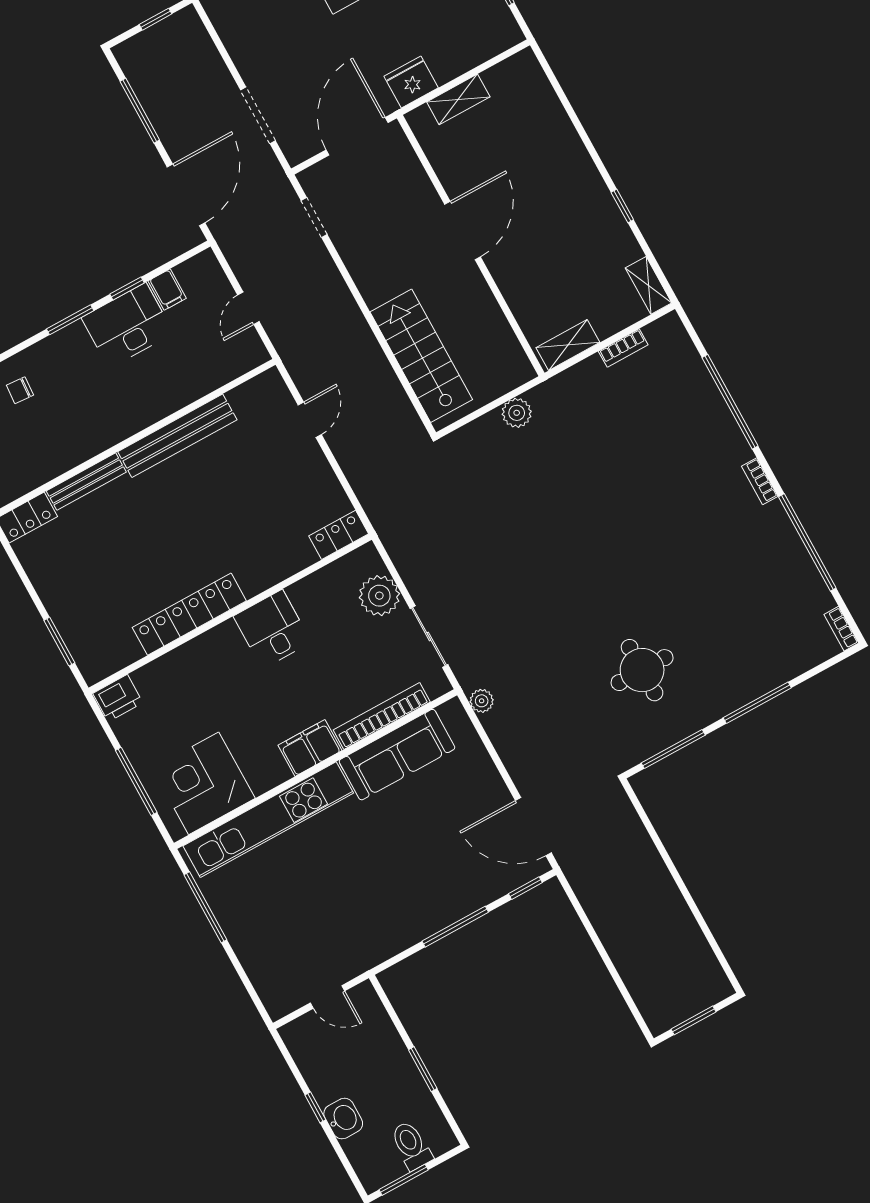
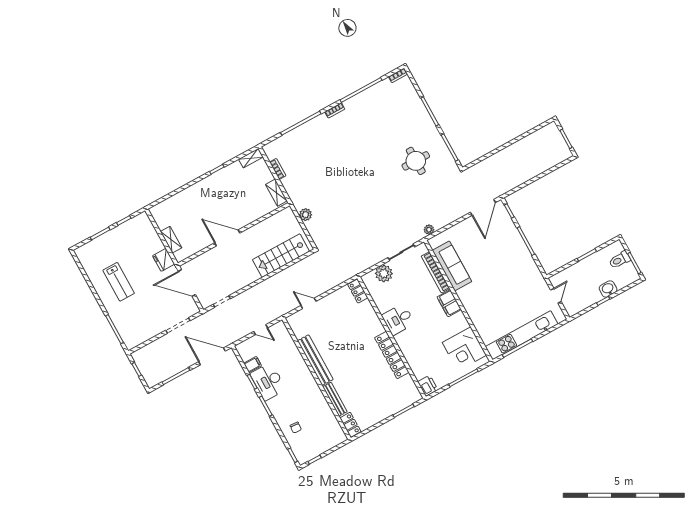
kitchen unit: (268, 820) -> (522, 335), moved, turned -90

